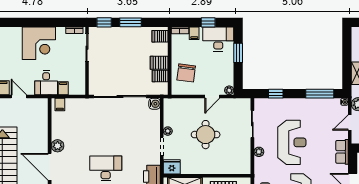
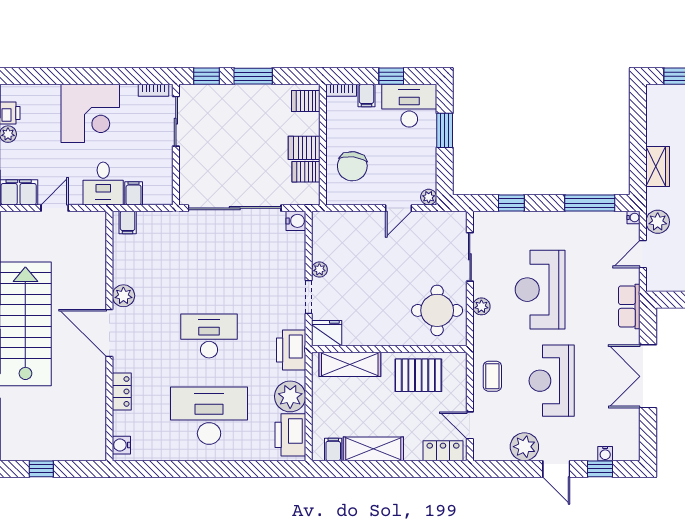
door: (19, 97) -> (55, 208), hinge flipped
round table: (206, 135) -> (437, 310), moved
reception desk: (292, 142) -> (540, 290), turned 180

